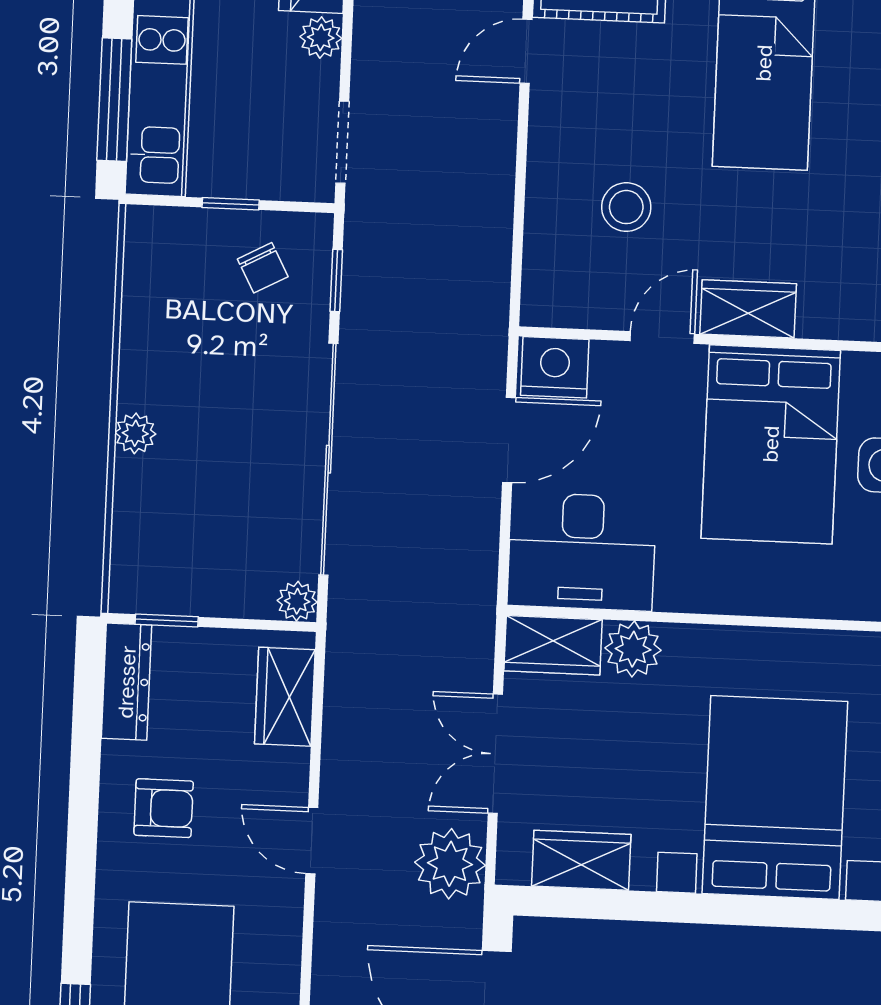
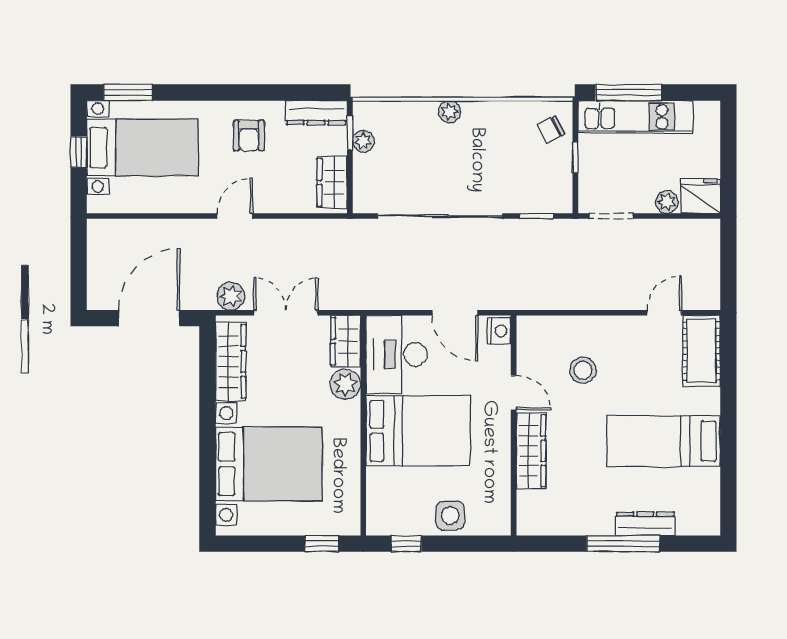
door: (526, 51) -> (664, 313), hinge flipped
chair: (263, 268) -> (551, 129), moved
wardrobe: (748, 309) -> (531, 451), width x1.50
nightstand: (555, 367) -> (499, 331), width x0.74, depth x0.75
bed: (771, 444) -> (418, 431), moved, turned 180
plant: (297, 601) -> (363, 141), moved
wardrobe: (285, 697) -> (332, 182), moved, turned -90
wardrobe: (581, 860) -> (231, 361), width x1.50
plant: (450, 864) -> (231, 296), width x0.73, depth x0.73

